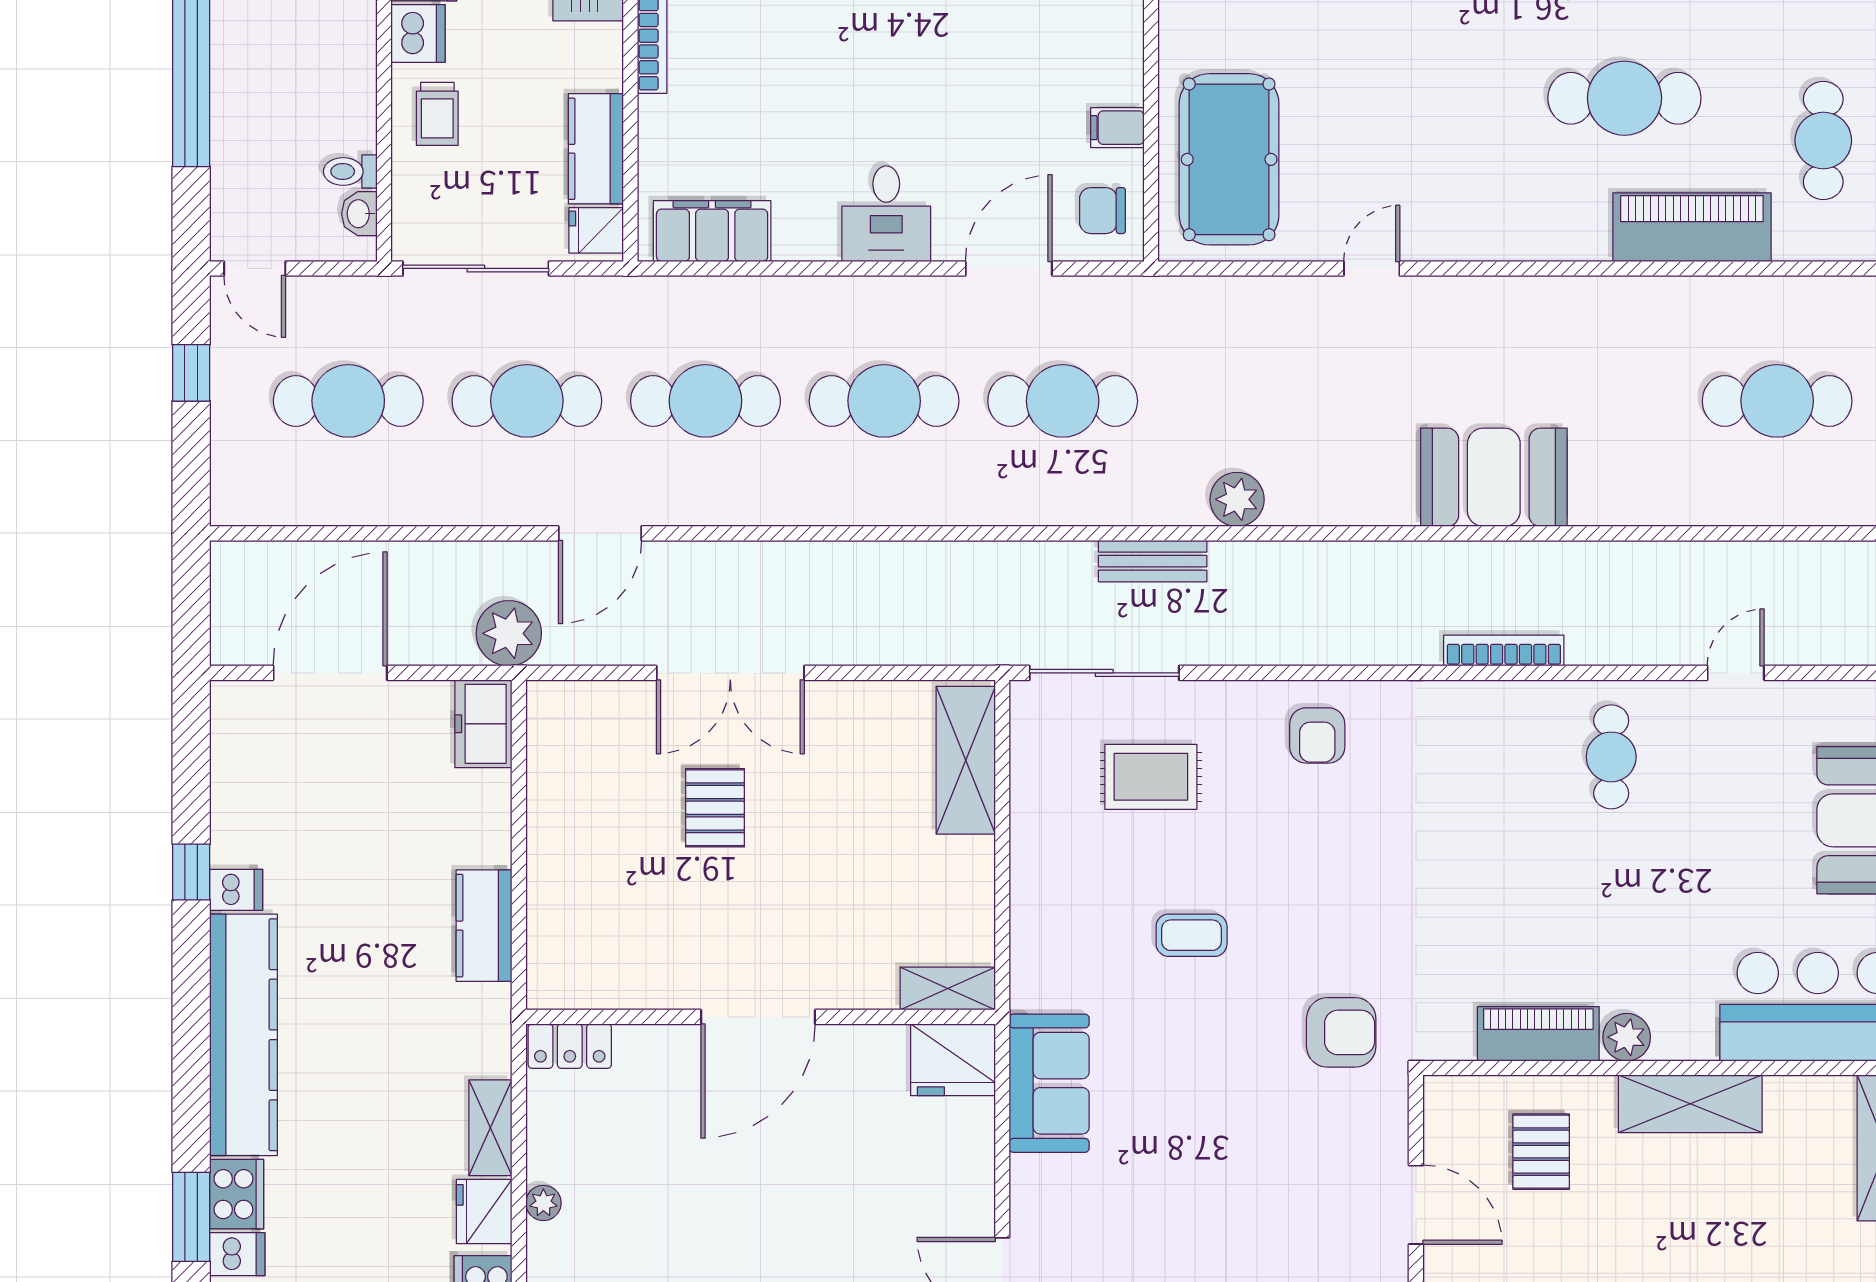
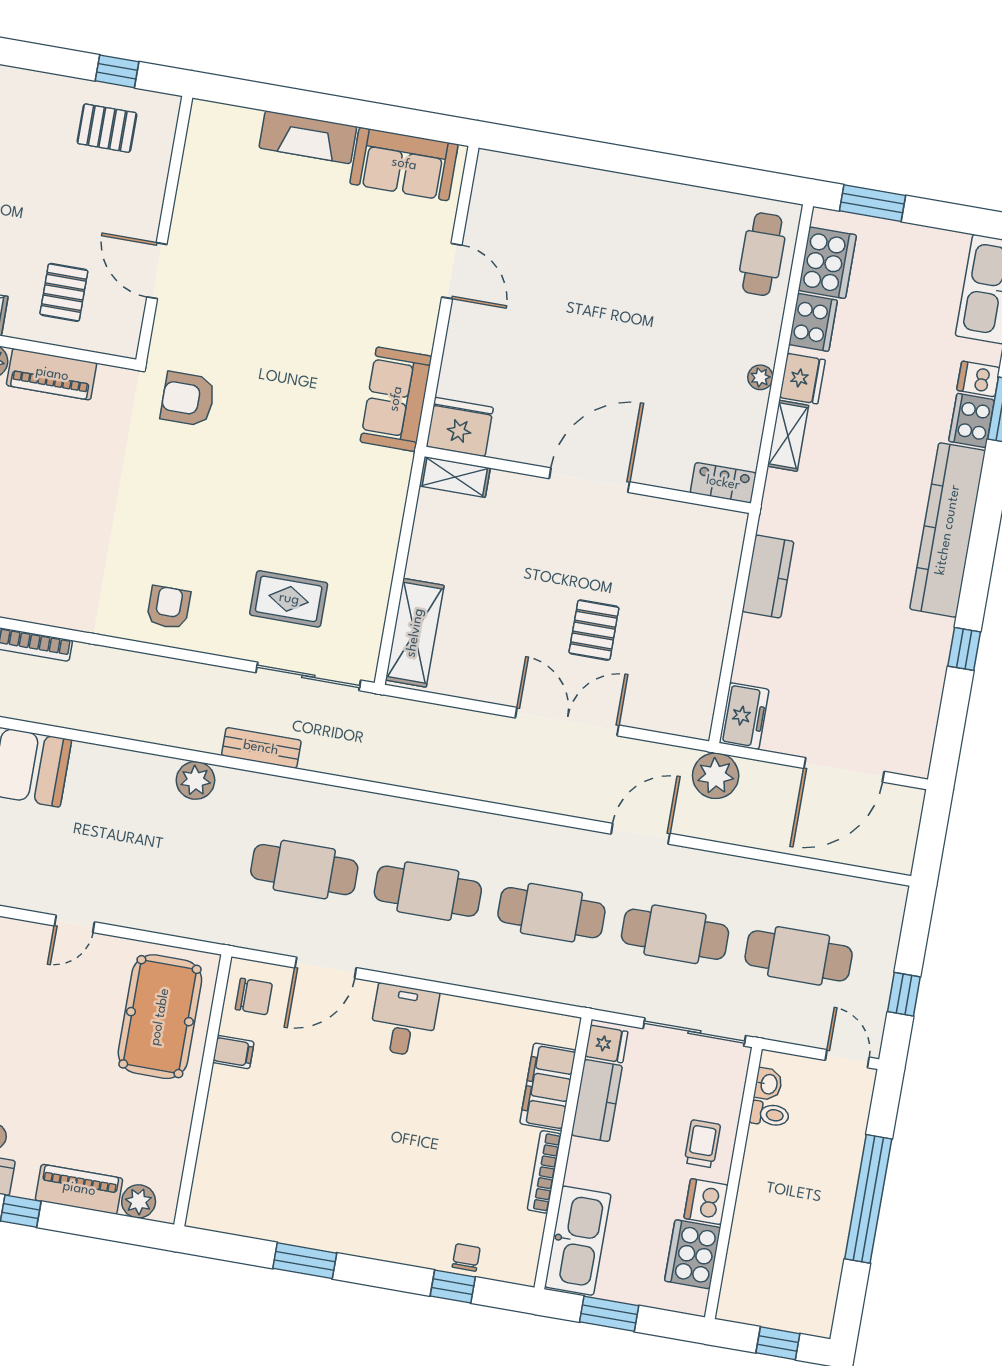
filing cabinet: (712, 231) -> (548, 1087), moved, turned 90
dishwasher: (236, 890) -> (935, 631), removed
coffee table: (1192, 935) -> (280, 484), removed

